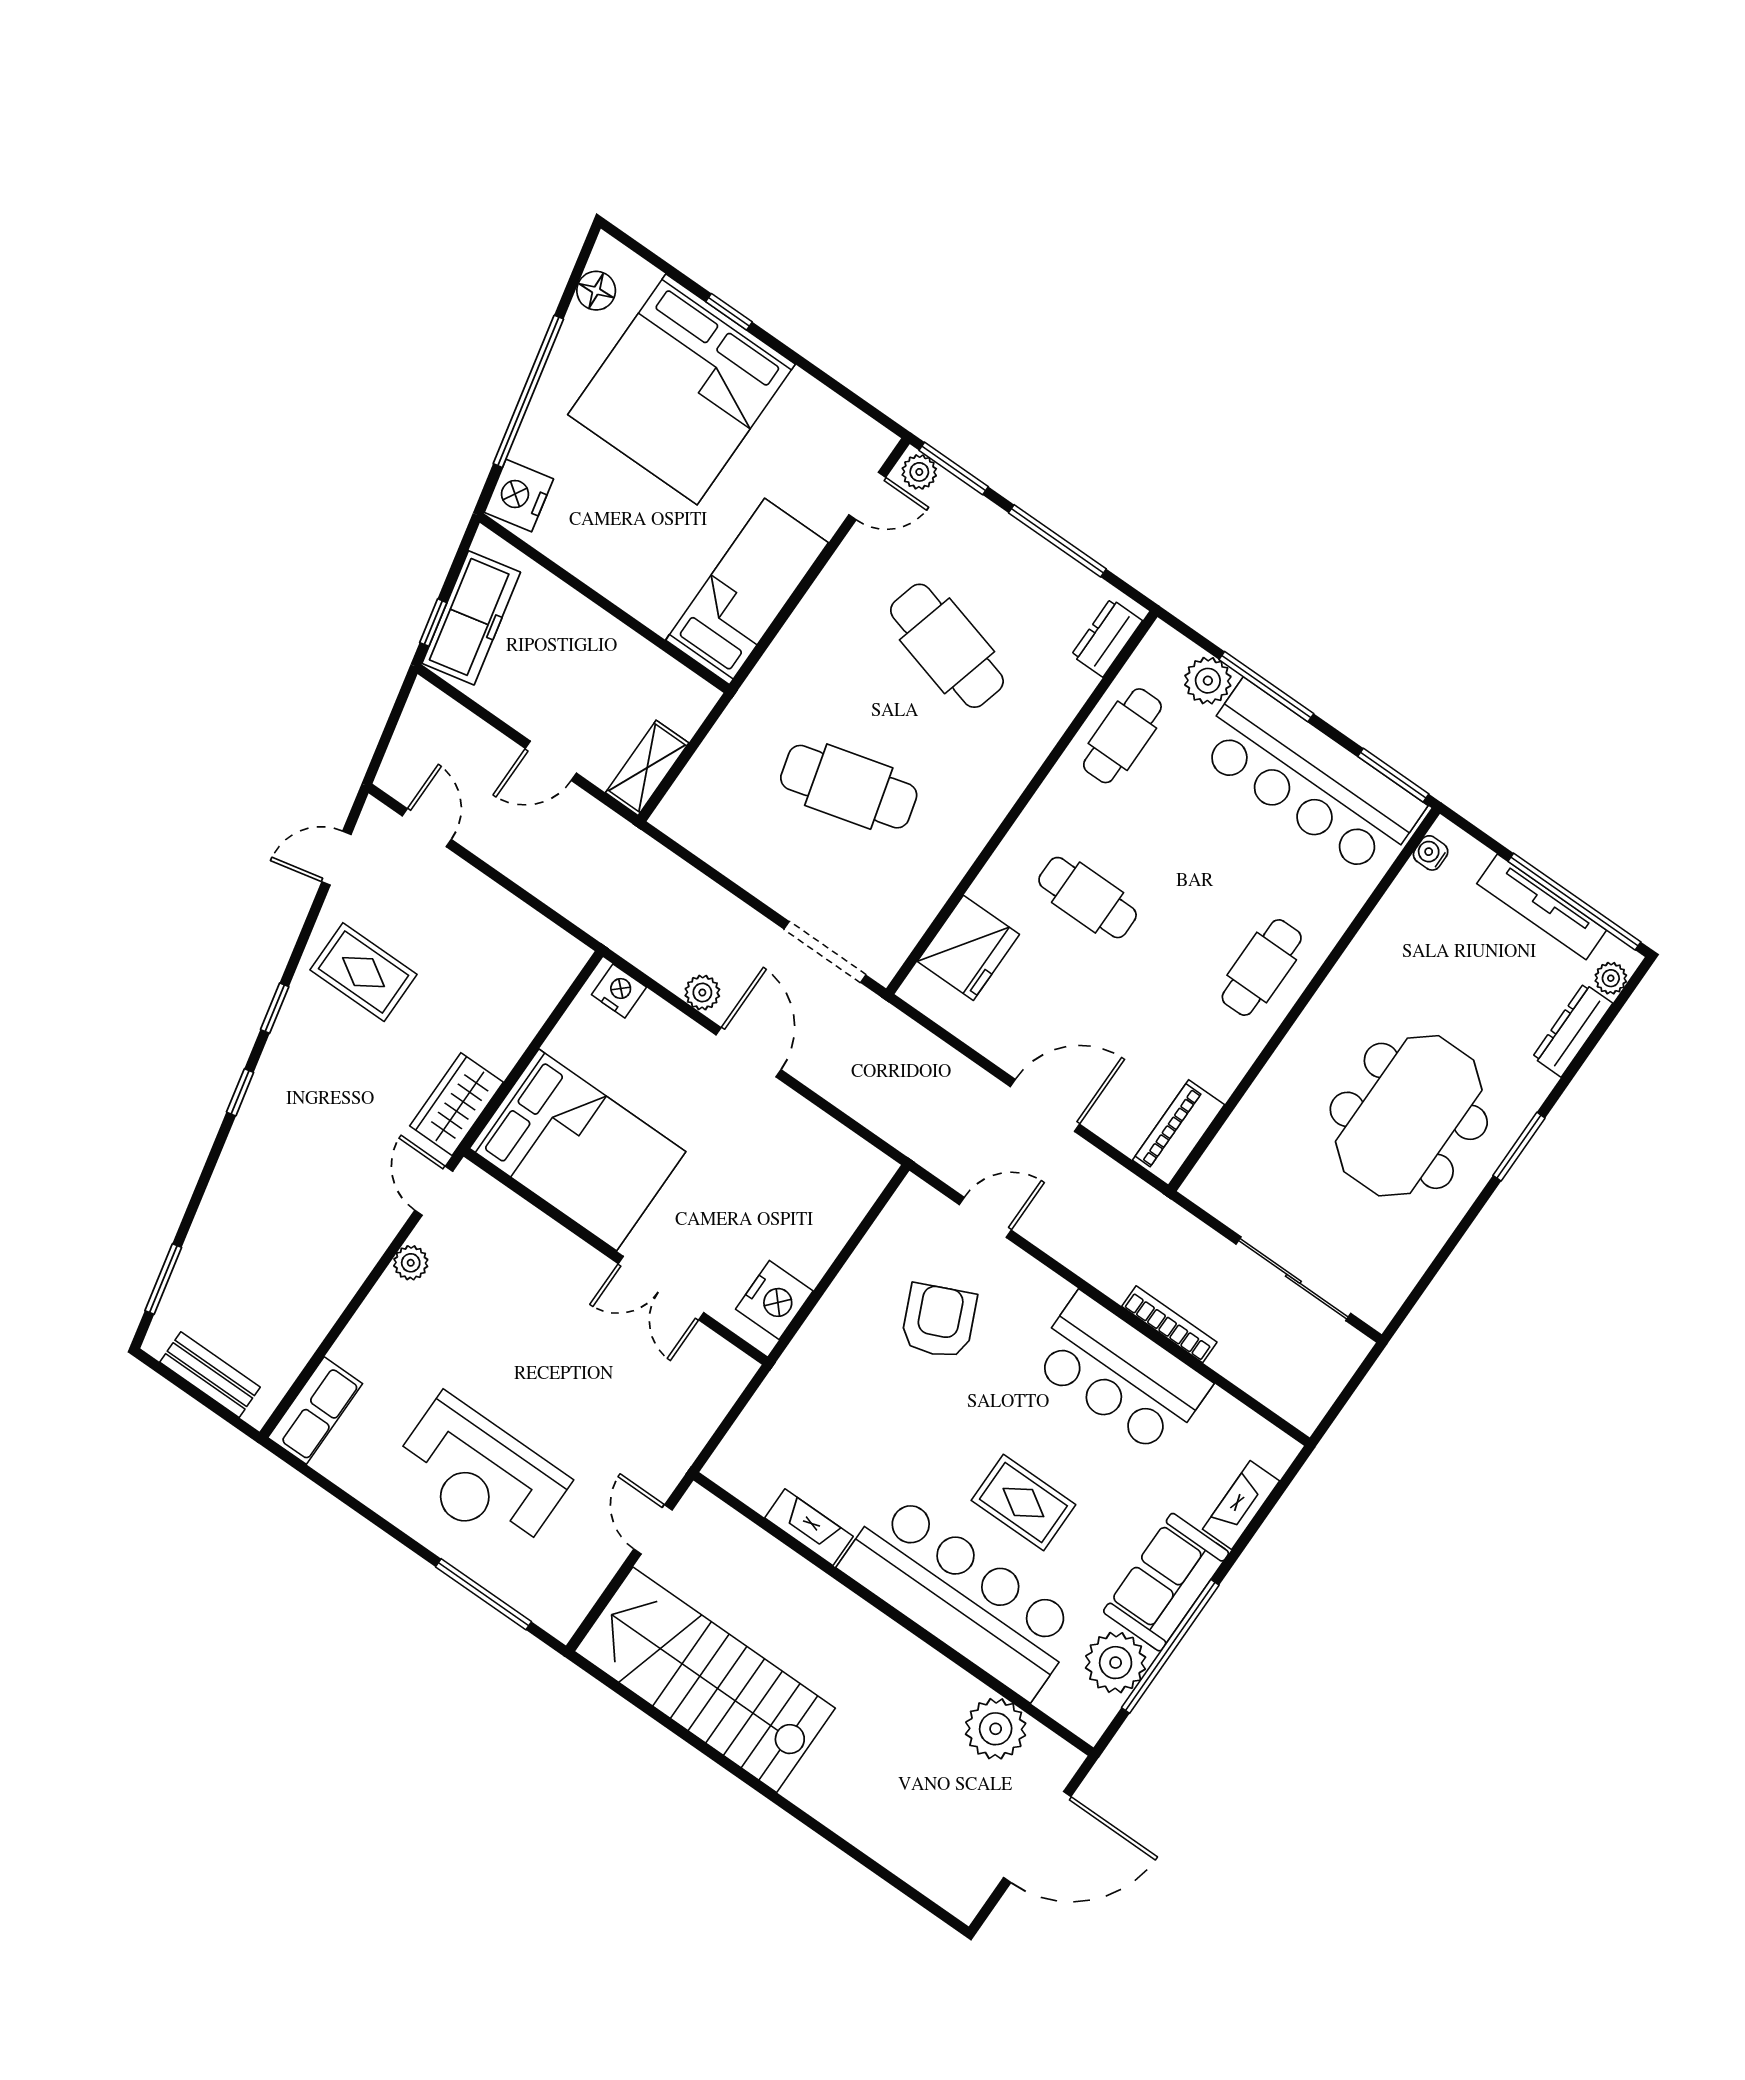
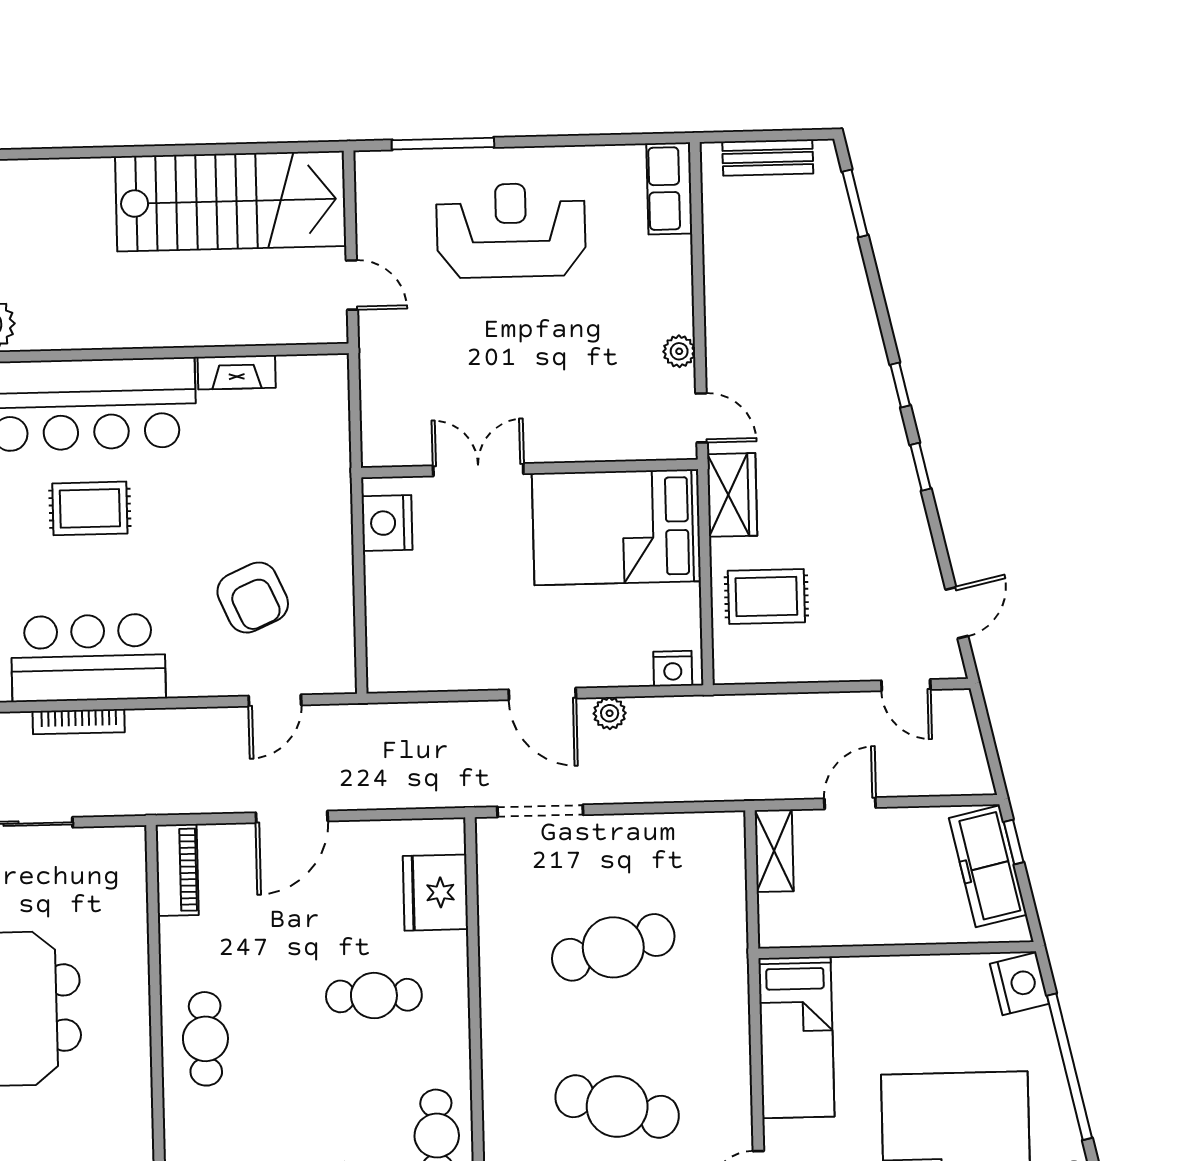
rug: (364, 972) -> (766, 596), moved

